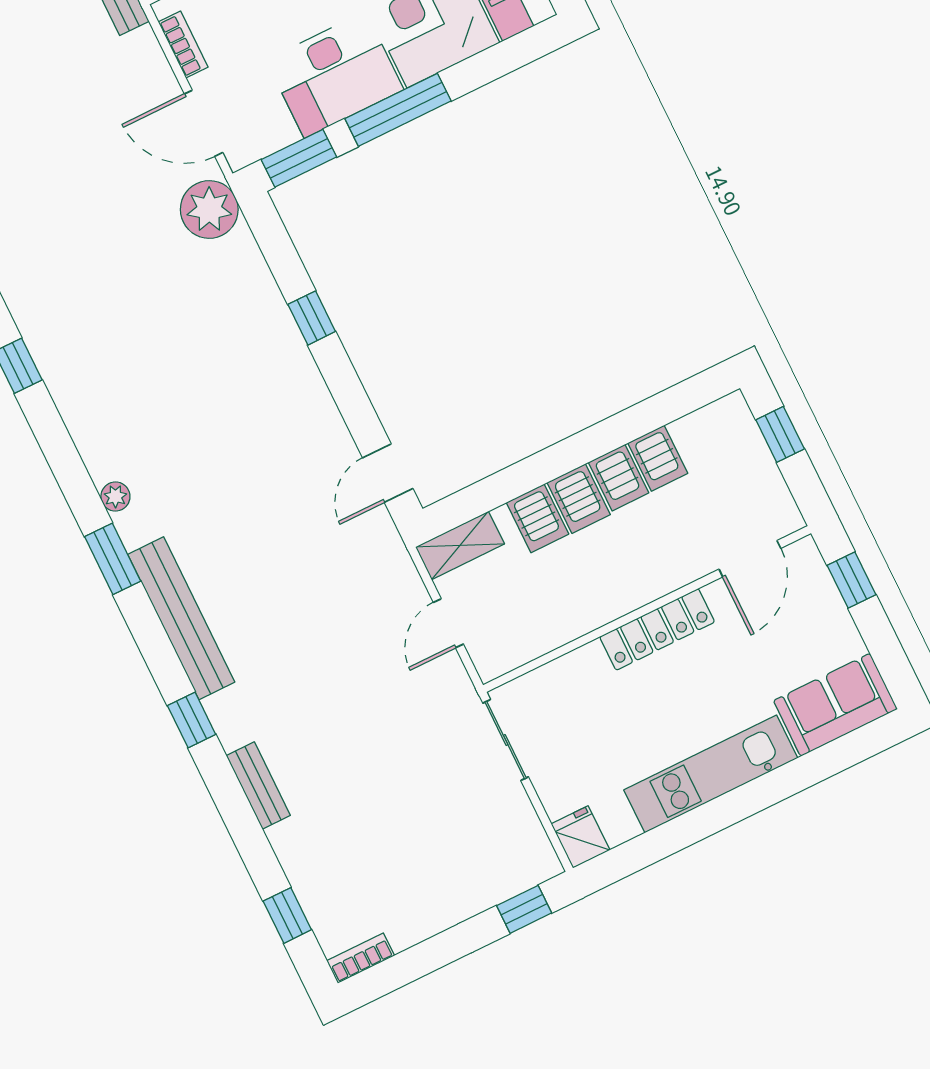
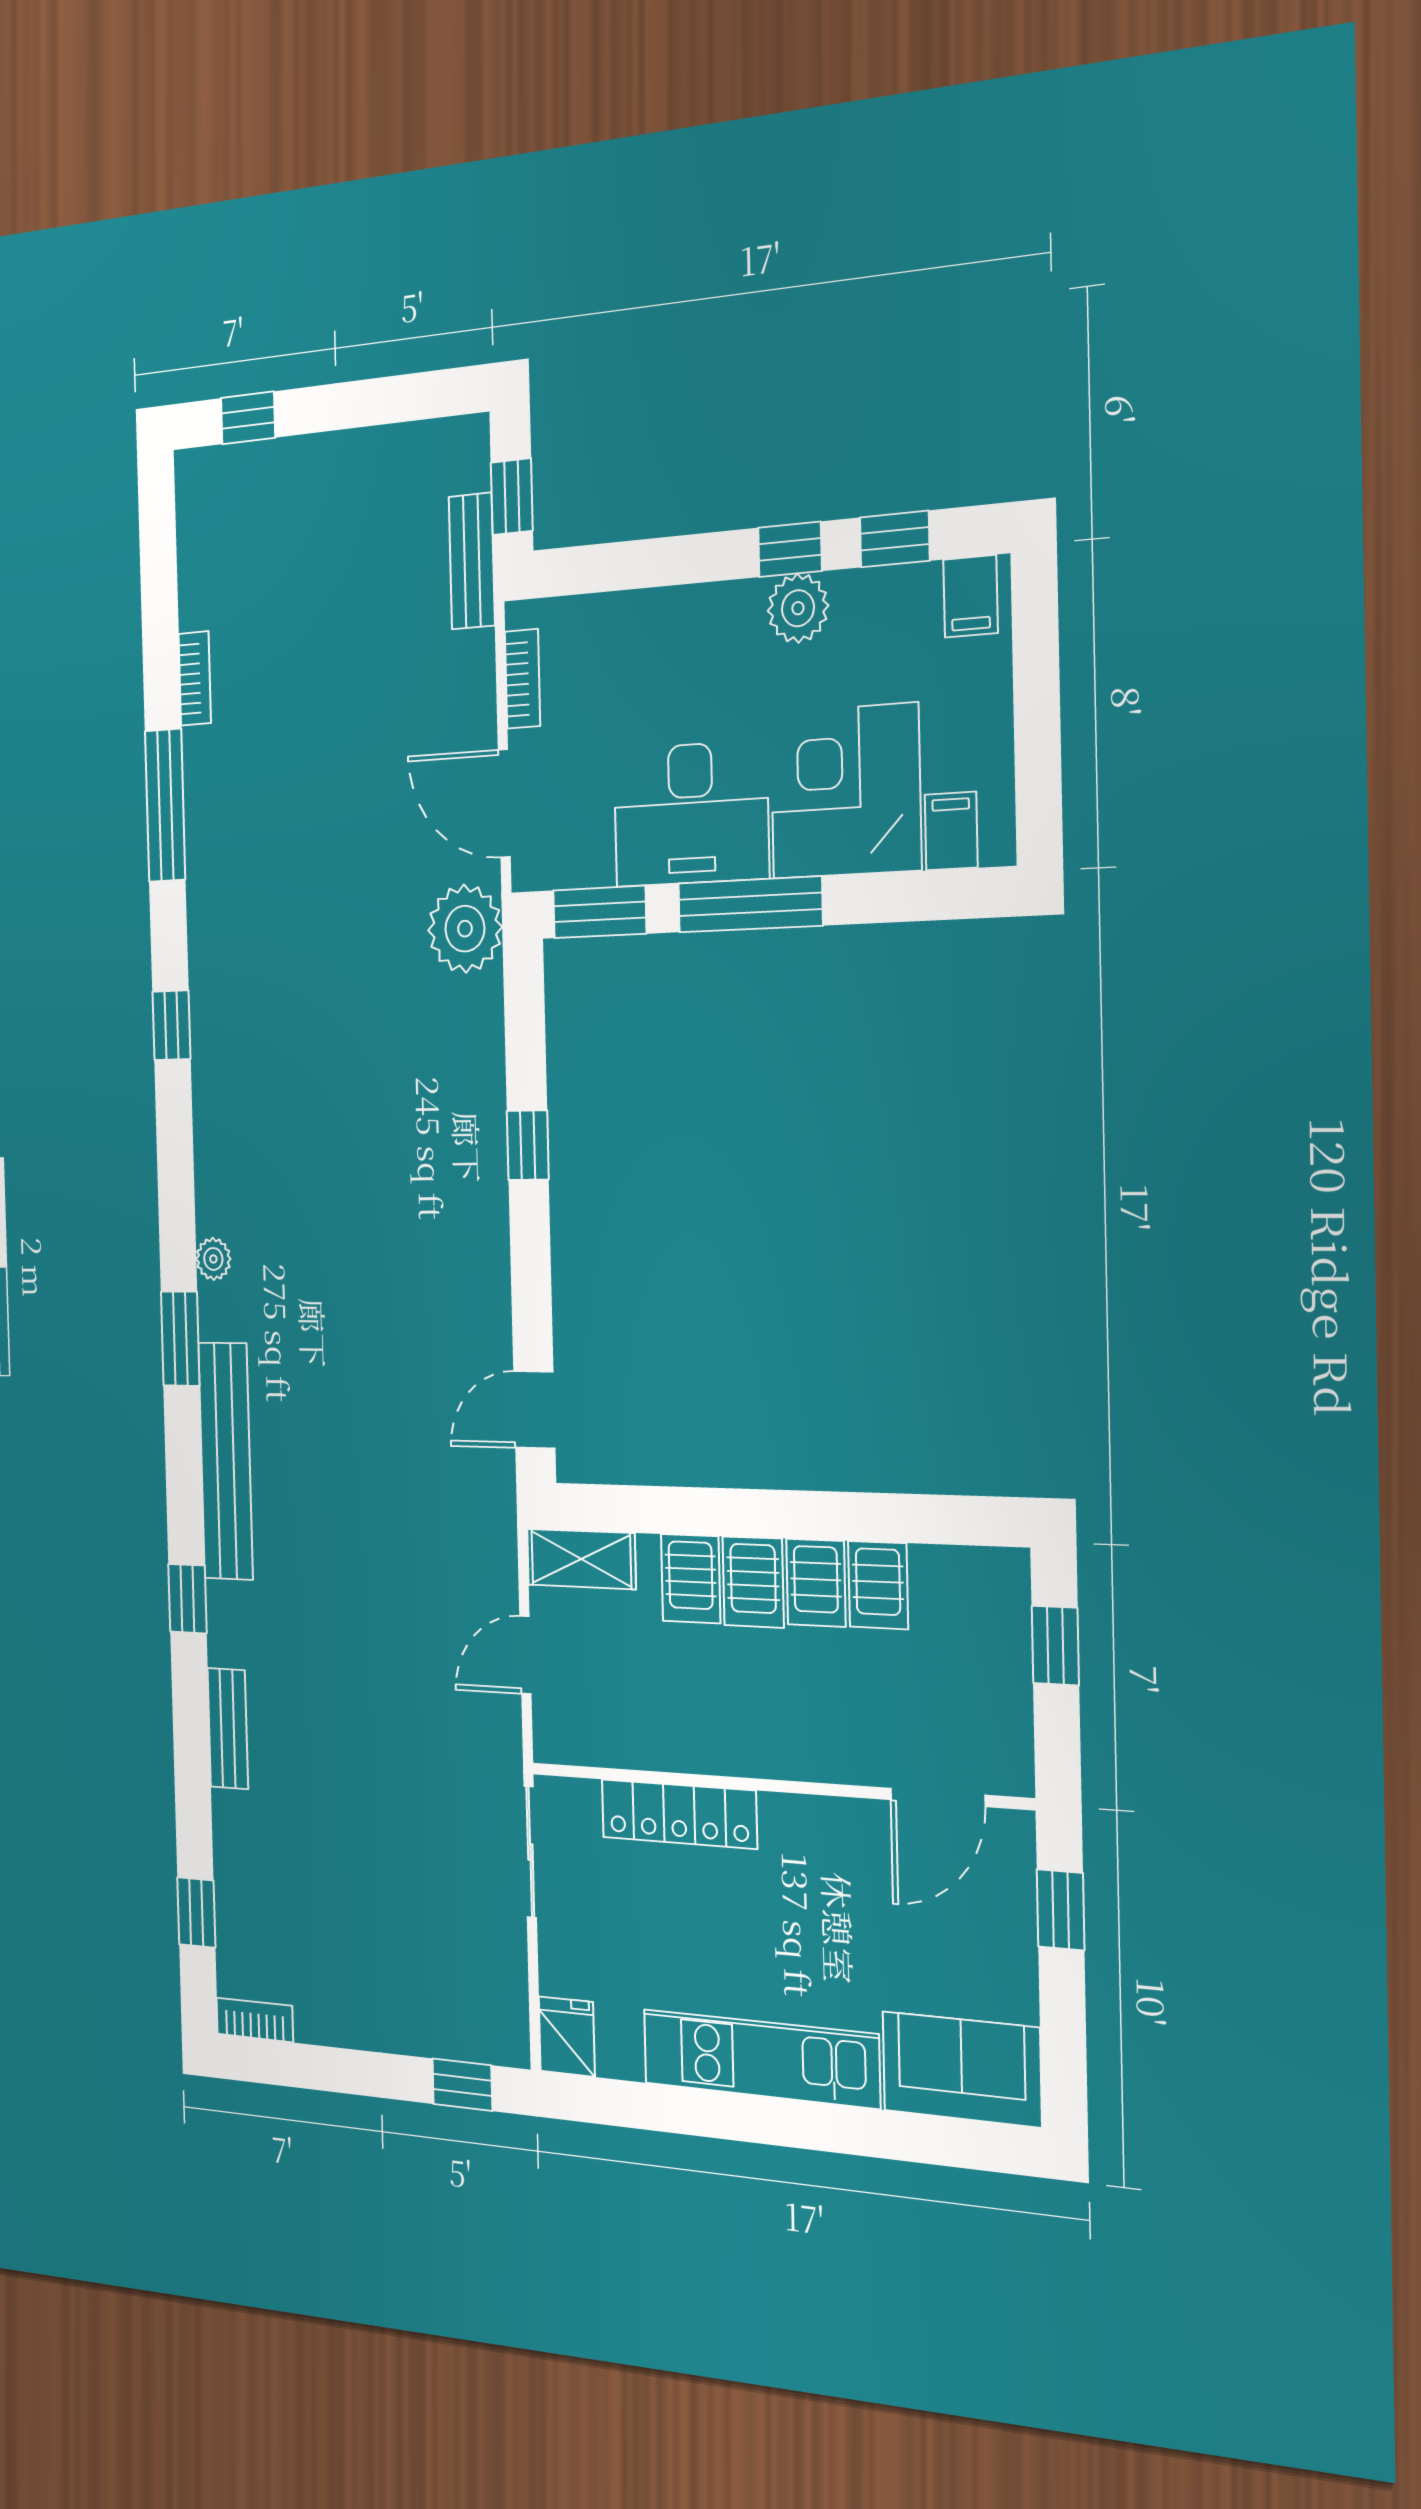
locker: (657, 629) -> (679, 1814), moved

